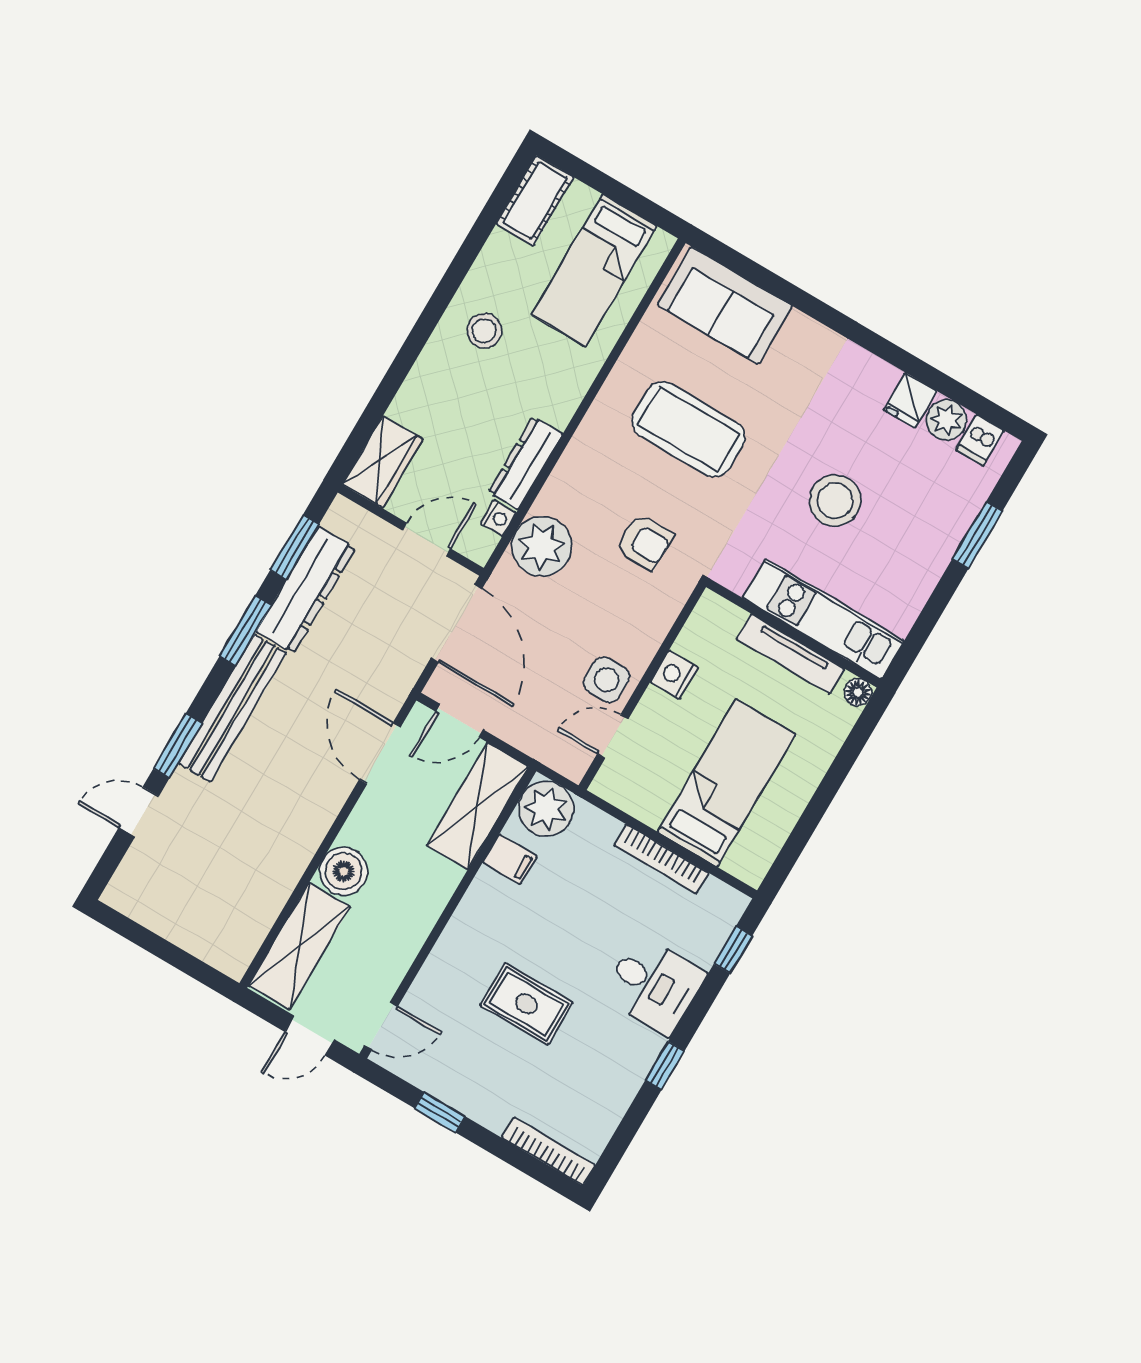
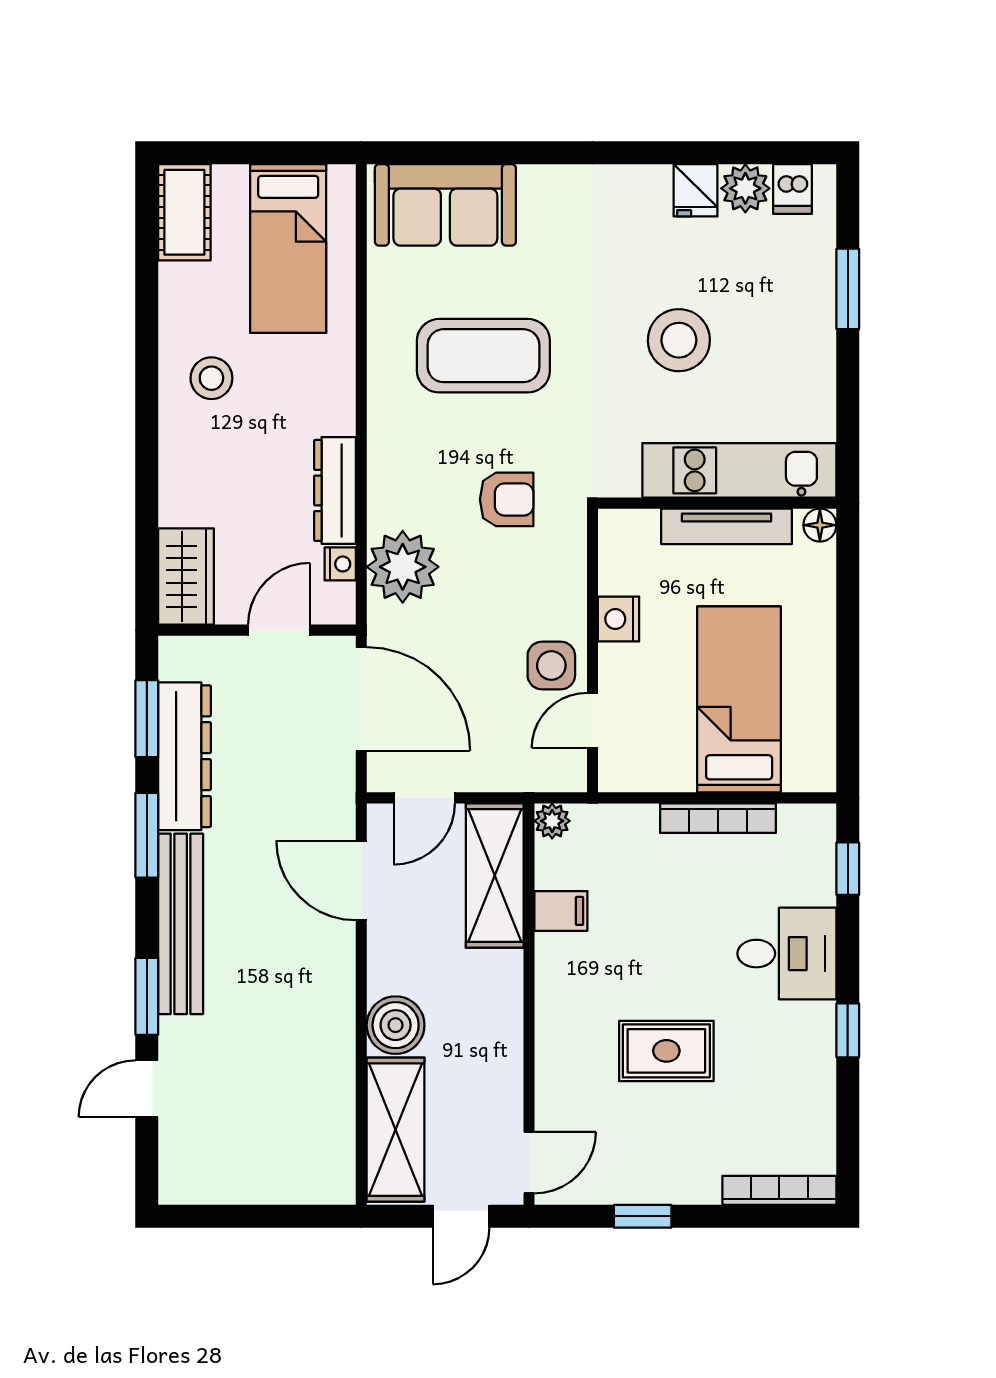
plant: (546, 809) -> (552, 821), width x0.53, depth x0.53

